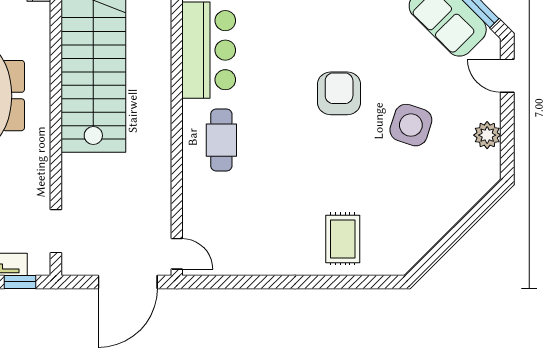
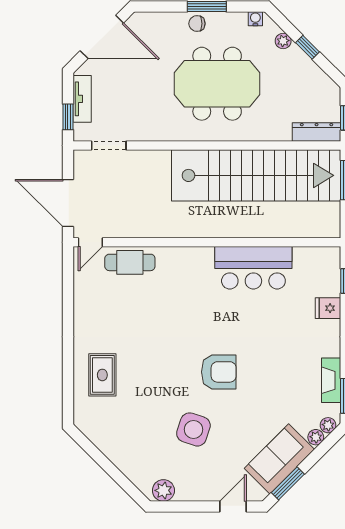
plant: (487, 135) -> (163, 490), moved
cafe table: (221, 140) -> (130, 262), moved
rug: (343, 239) -> (102, 375), turned 90

